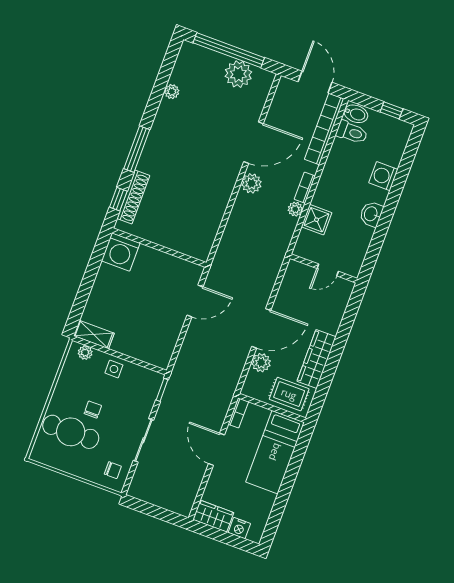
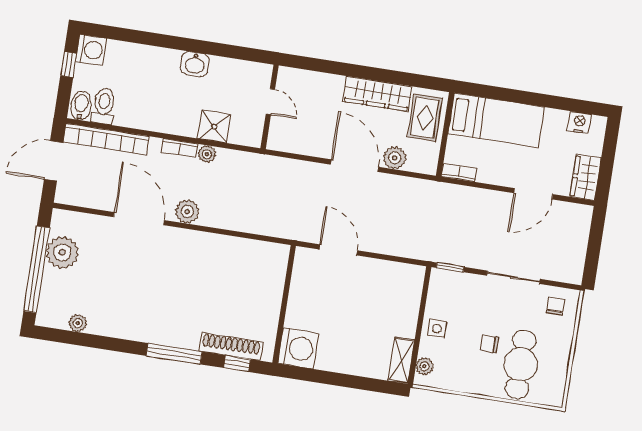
plant: (172, 92) -> (78, 323), moved
washing machine: (383, 176) -> (91, 50), moved, turned -90
door: (217, 449) -> (533, 194), moved
nightstand: (239, 528) -> (580, 123), moved, turned -90

